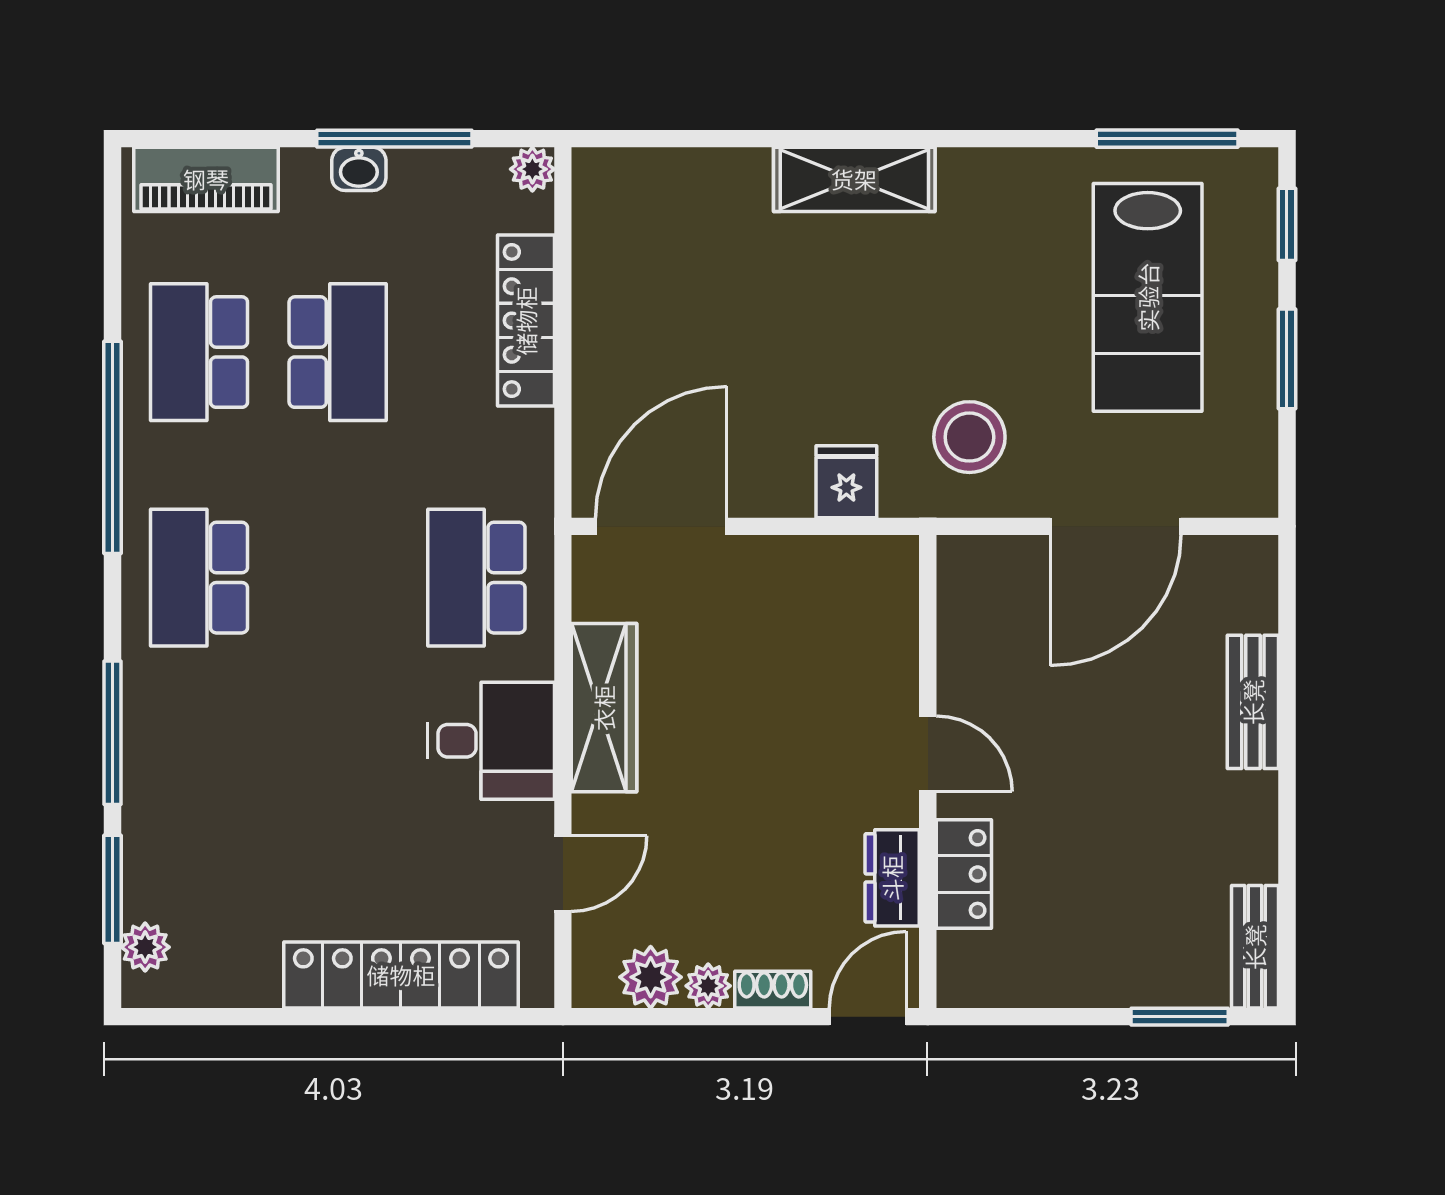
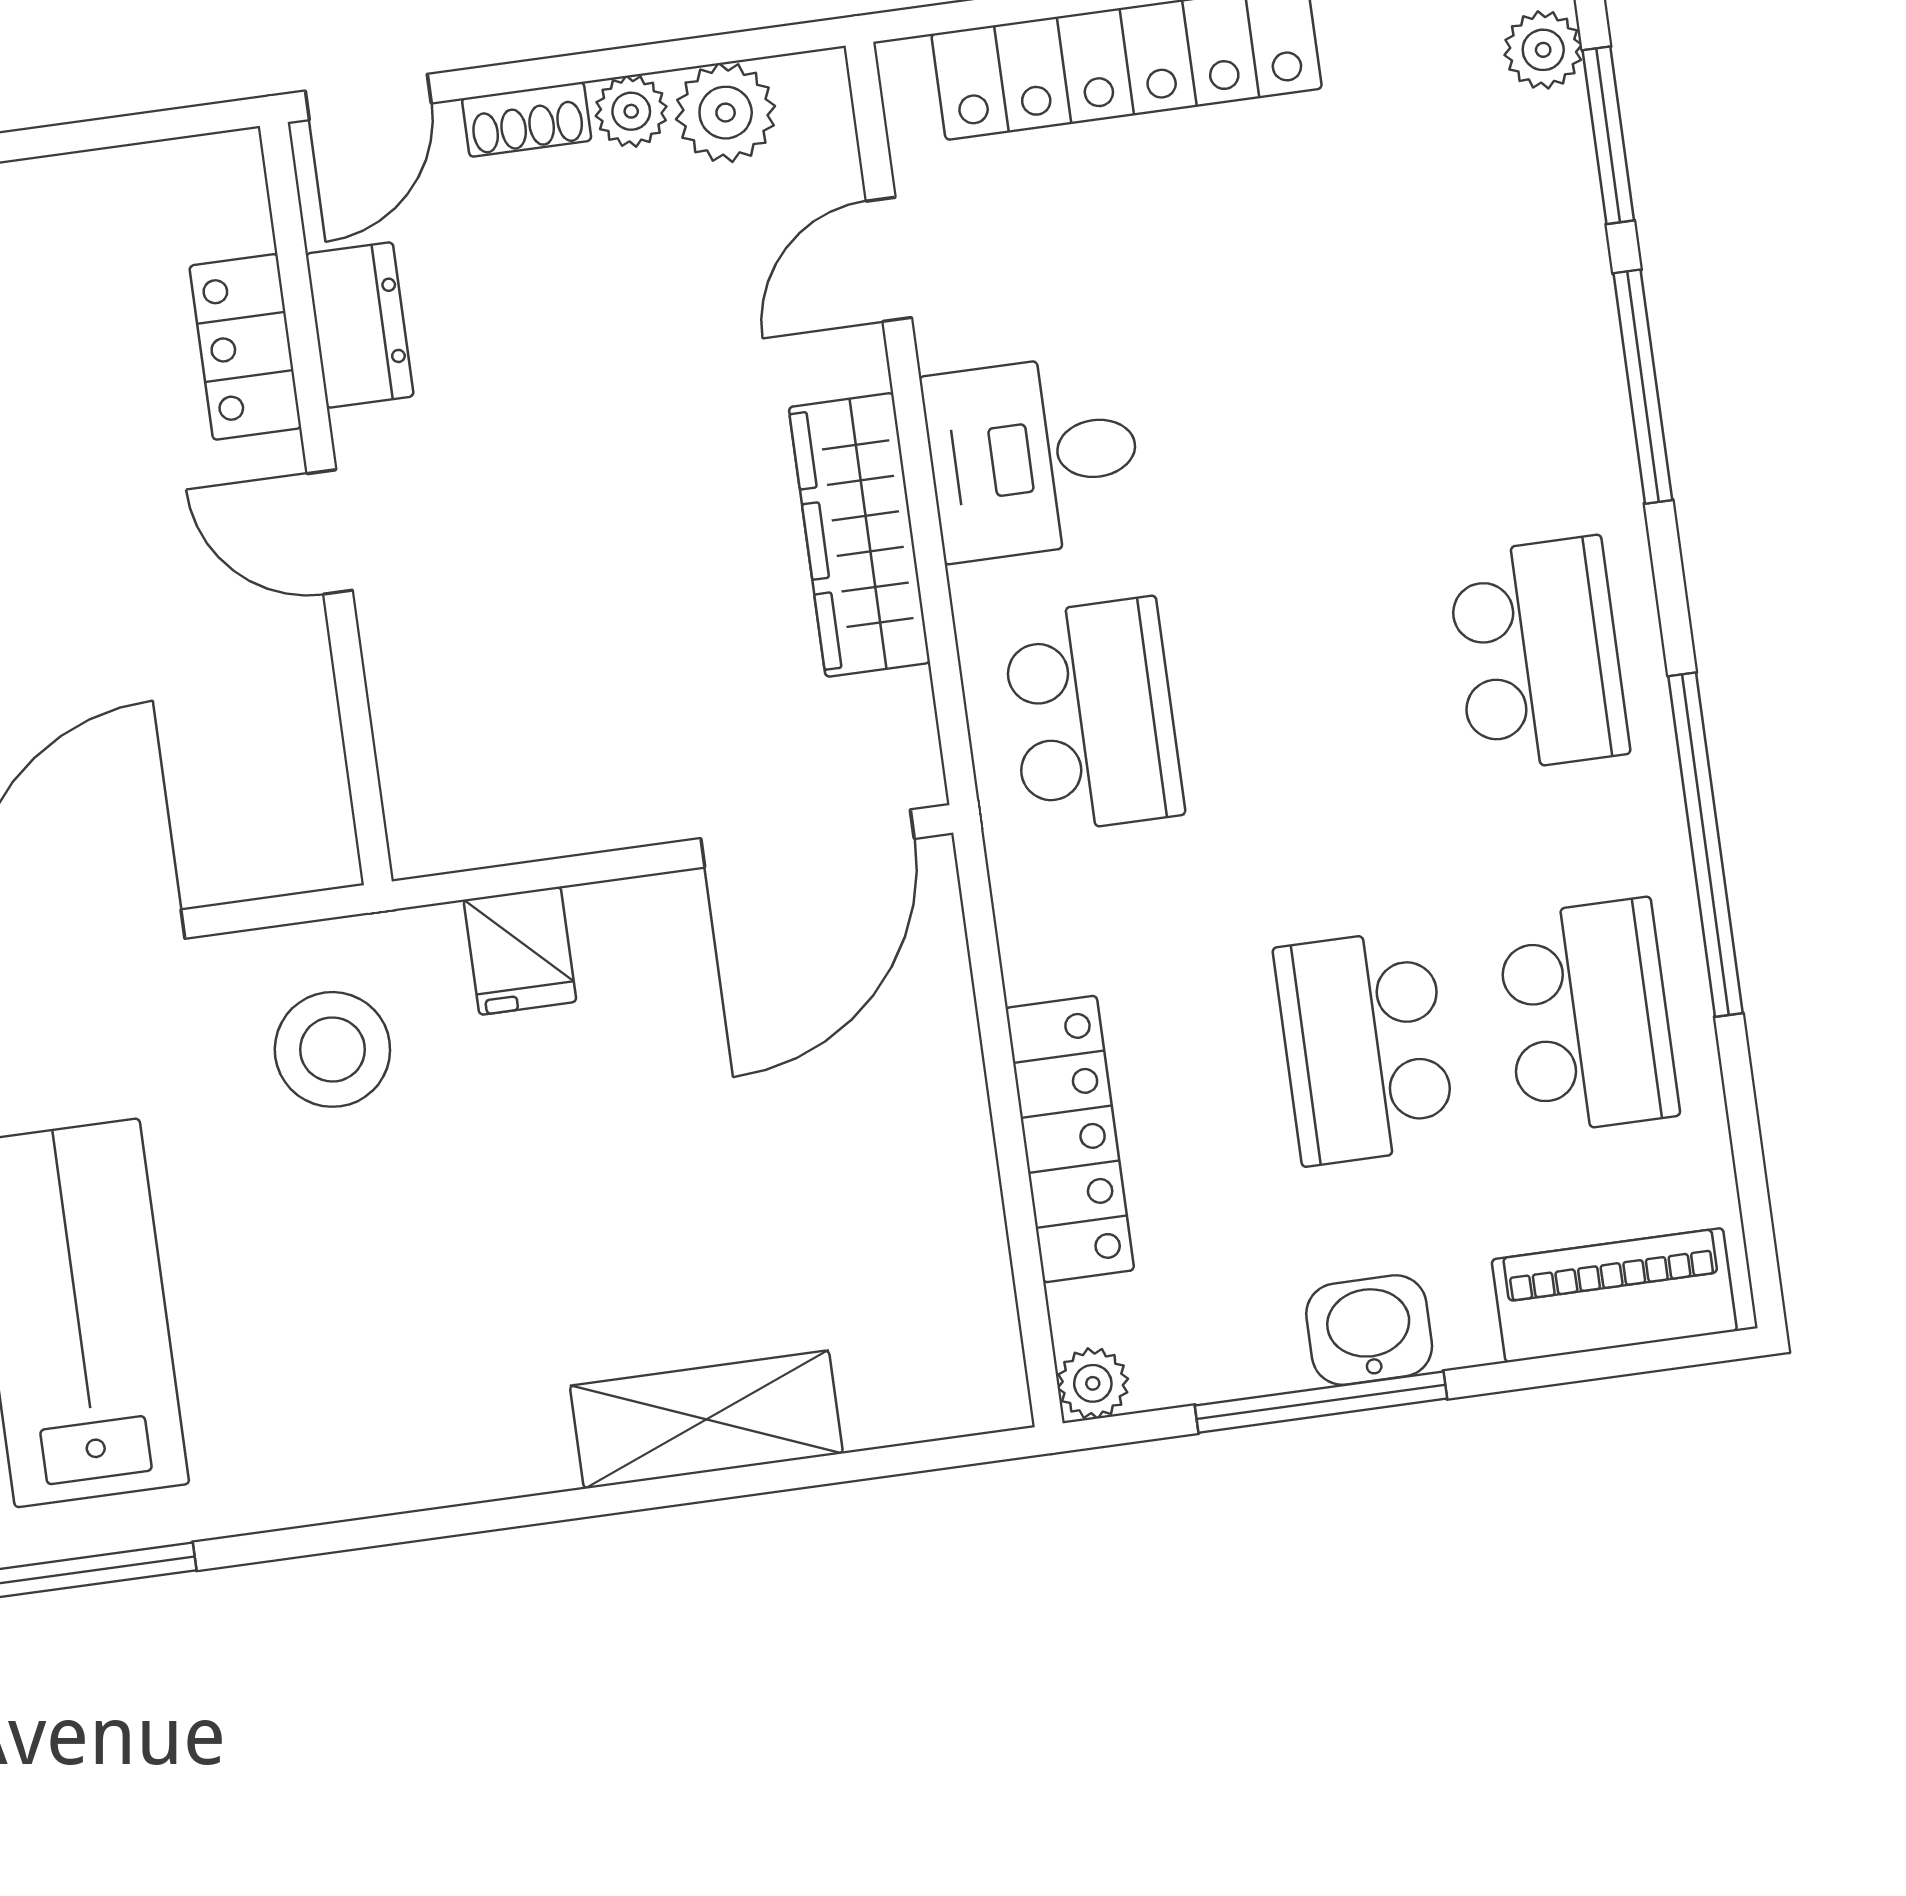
washbasin: (359, 169) -> (1369, 1330), width x1.38, depth x1.45
shelving: (854, 179) -> (706, 1419), moved

